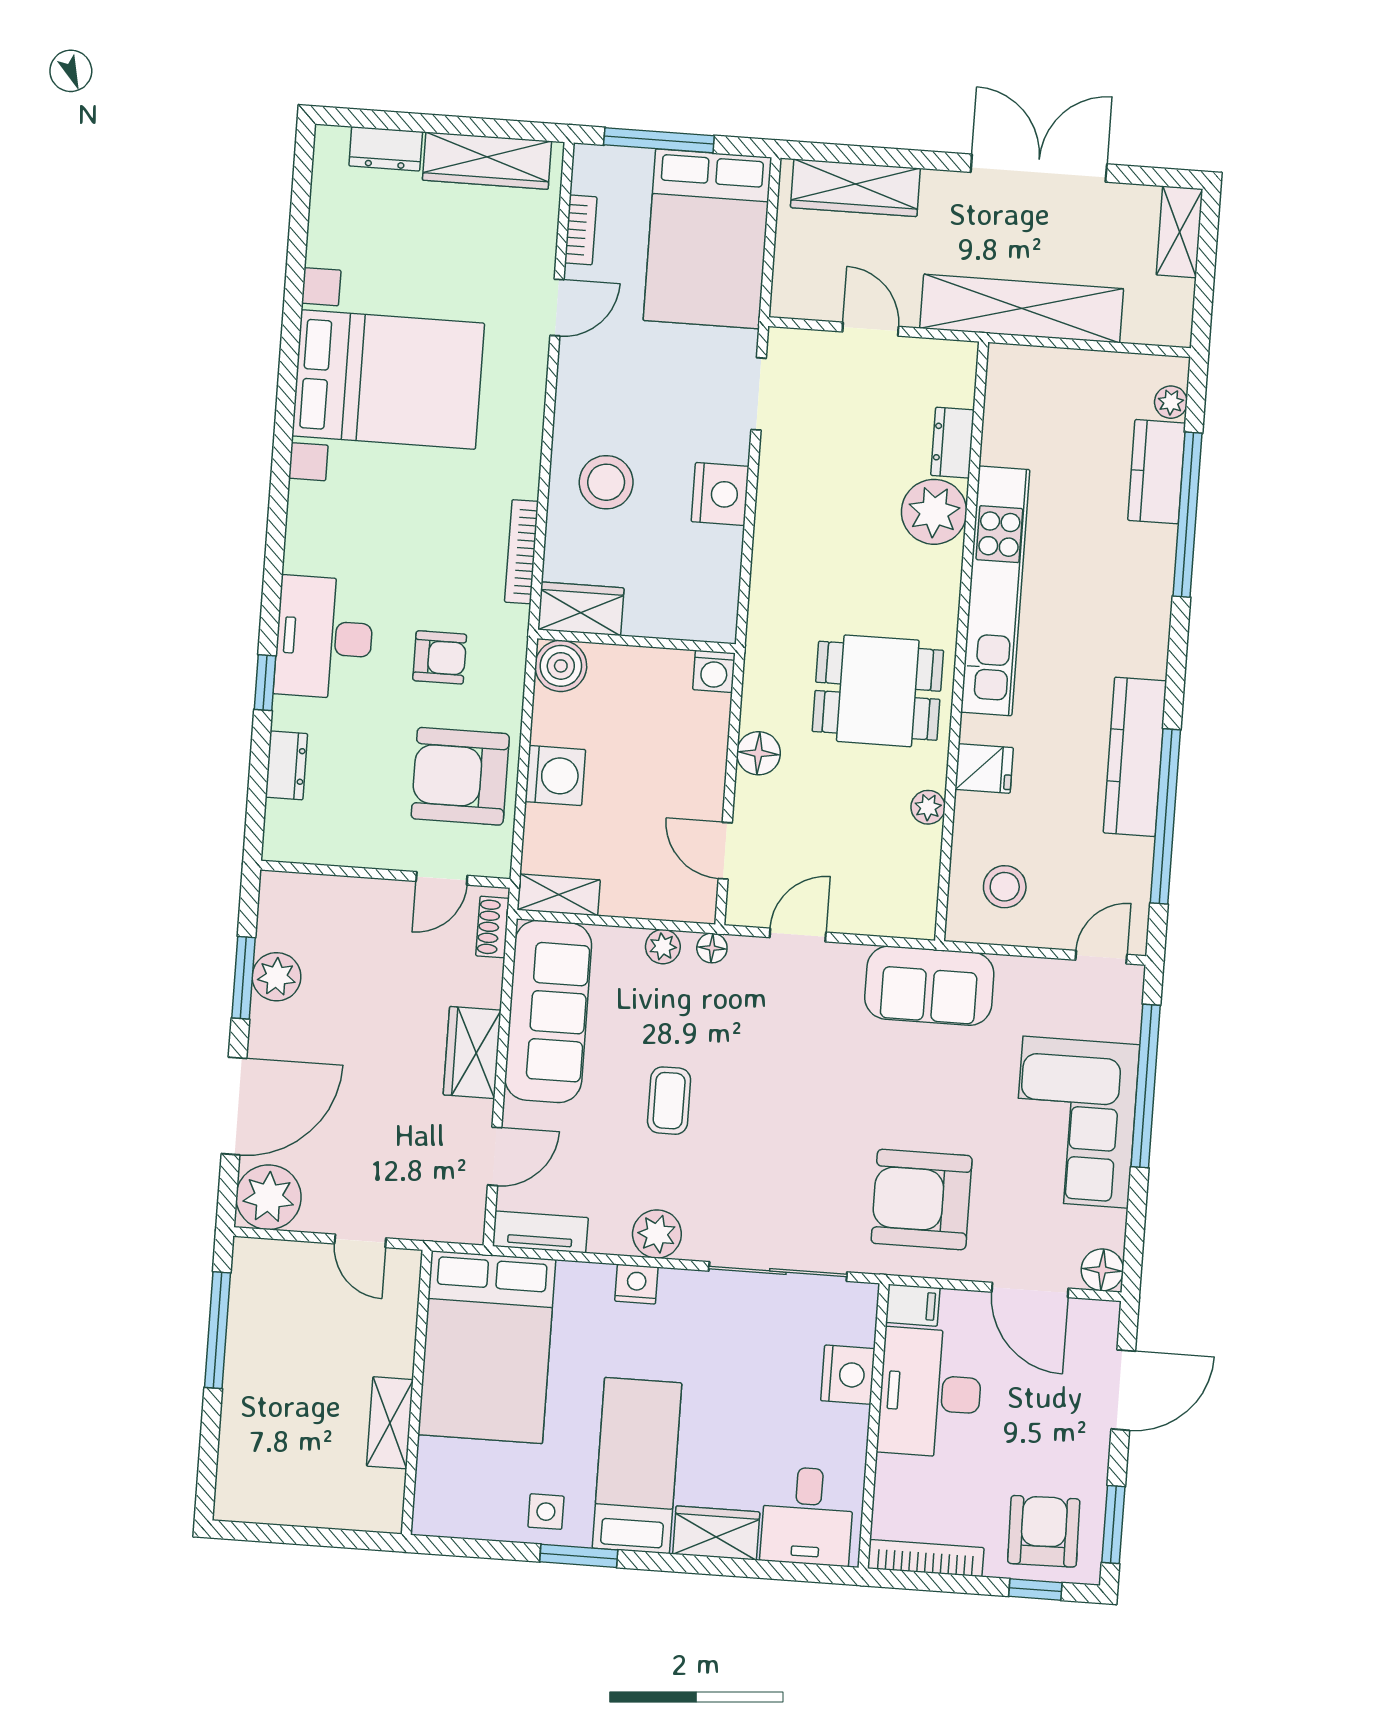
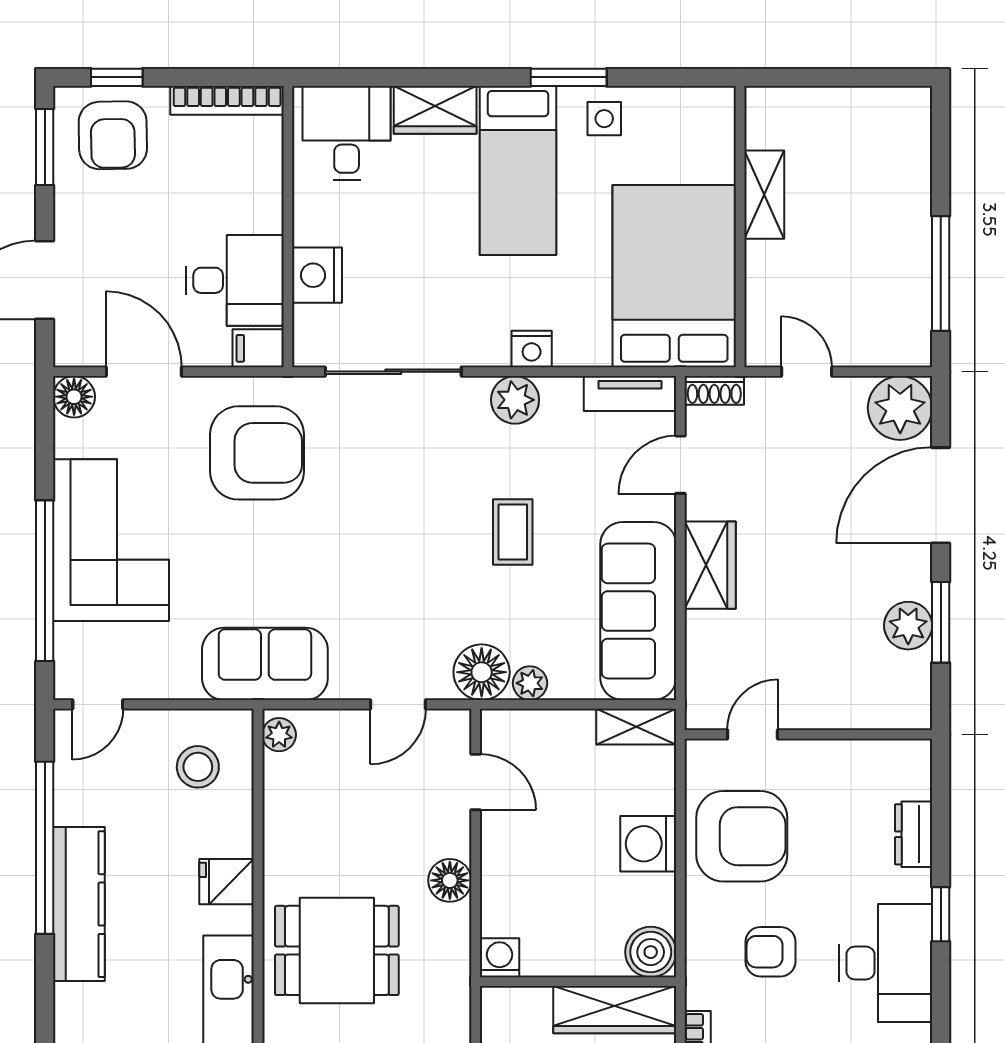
wardrobe: (581, 609) -> (615, 1010), width x1.50
plant: (928, 807) -> (279, 735), moved
shoe rack: (493, 927) -> (714, 390), moved, turned 90
floor lamp: (712, 948) -> (482, 672), width x1.89, depth x1.89
desk: (930, 1393) -> (235, 280), width x0.73

